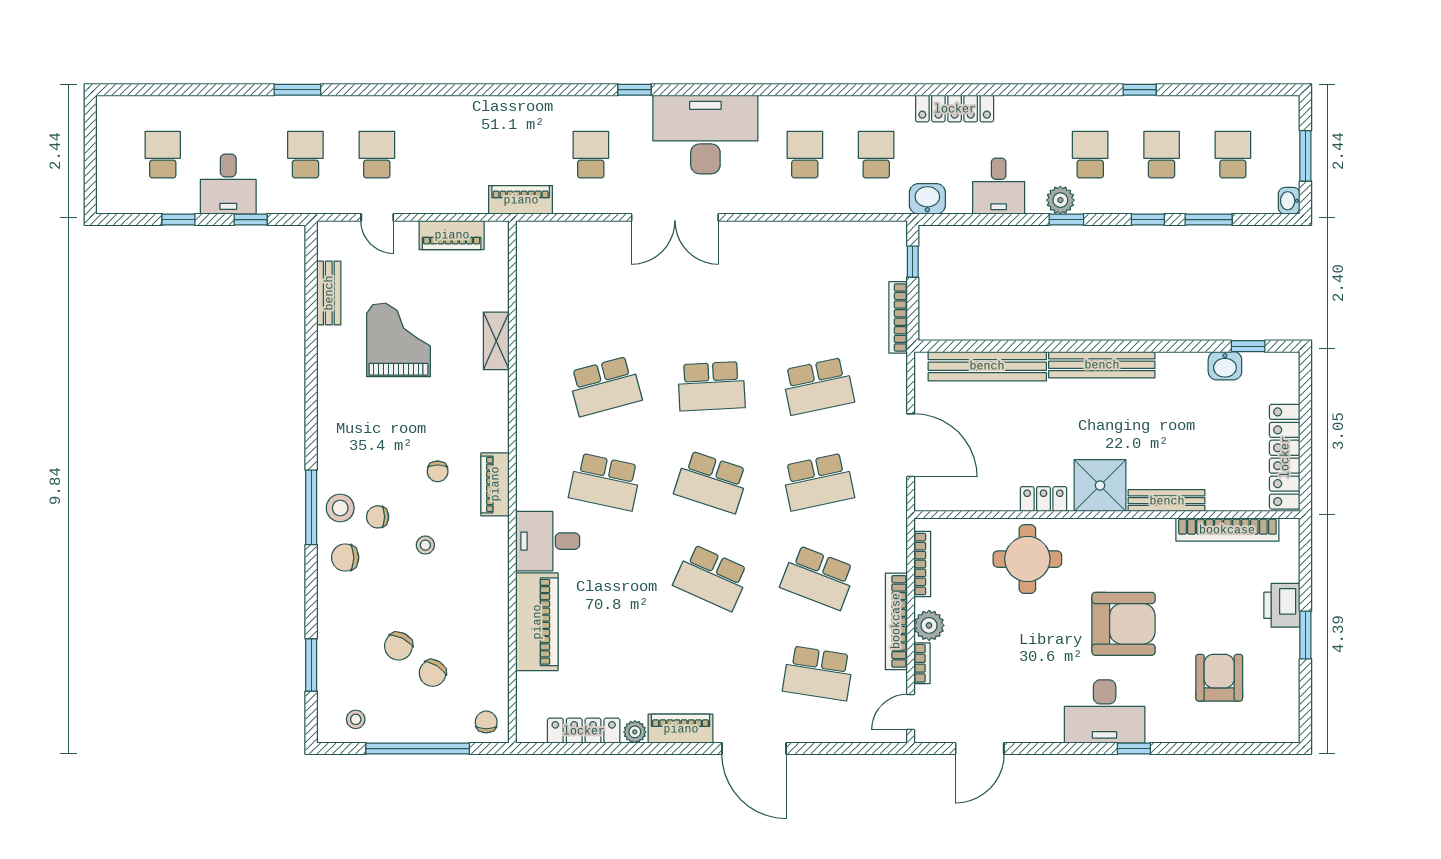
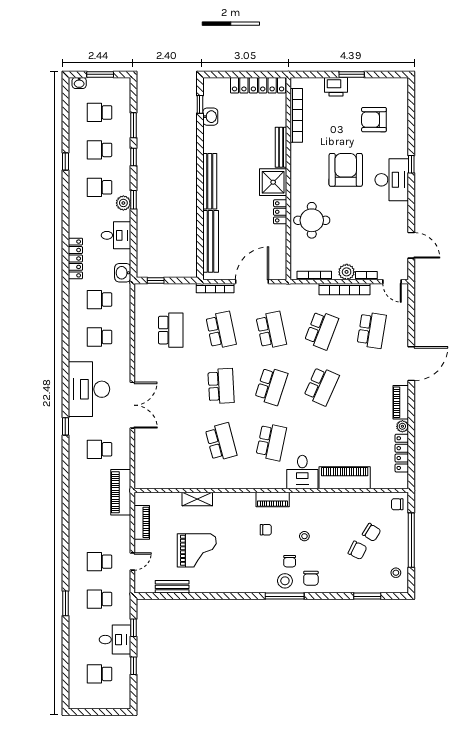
piano: (521, 200) -> (121, 492), width x1.37, depth x1.33
washbasin: (1289, 201) -> (79, 83), moved
school desk: (818, 290) -> (171, 330), added
bookcase: (898, 317) -> (215, 288), moved
grand piano: (398, 340) -> (197, 550), turned 180

